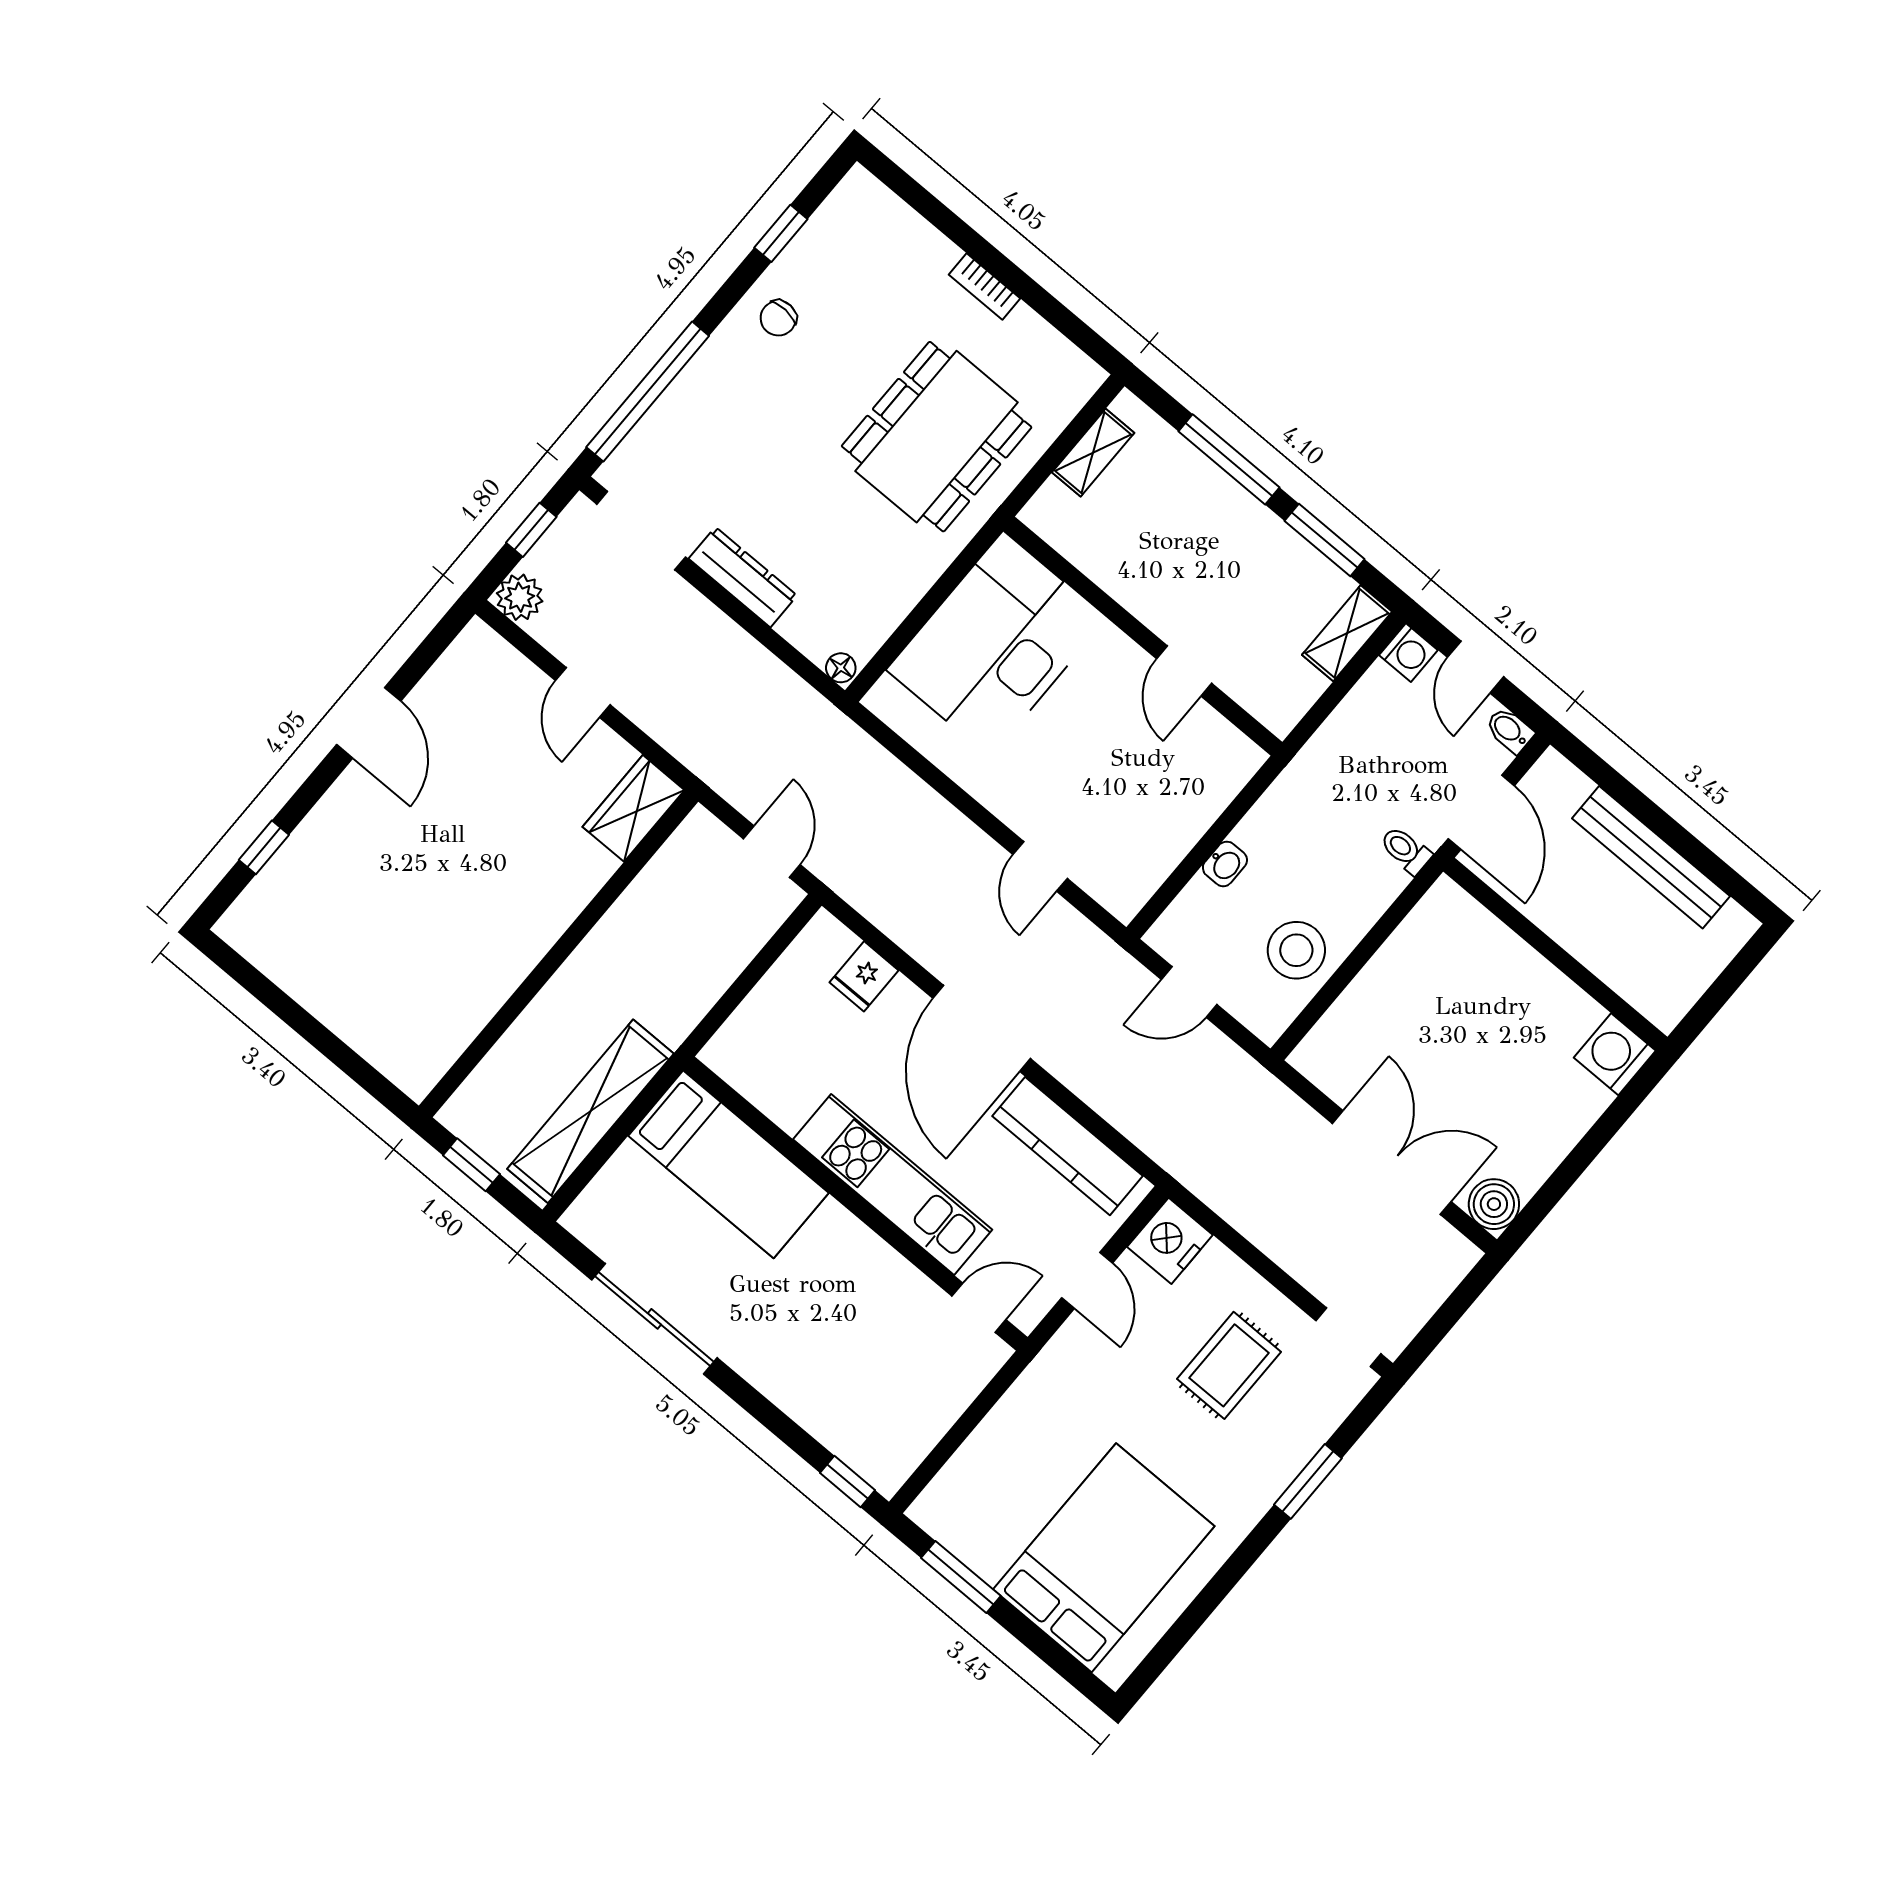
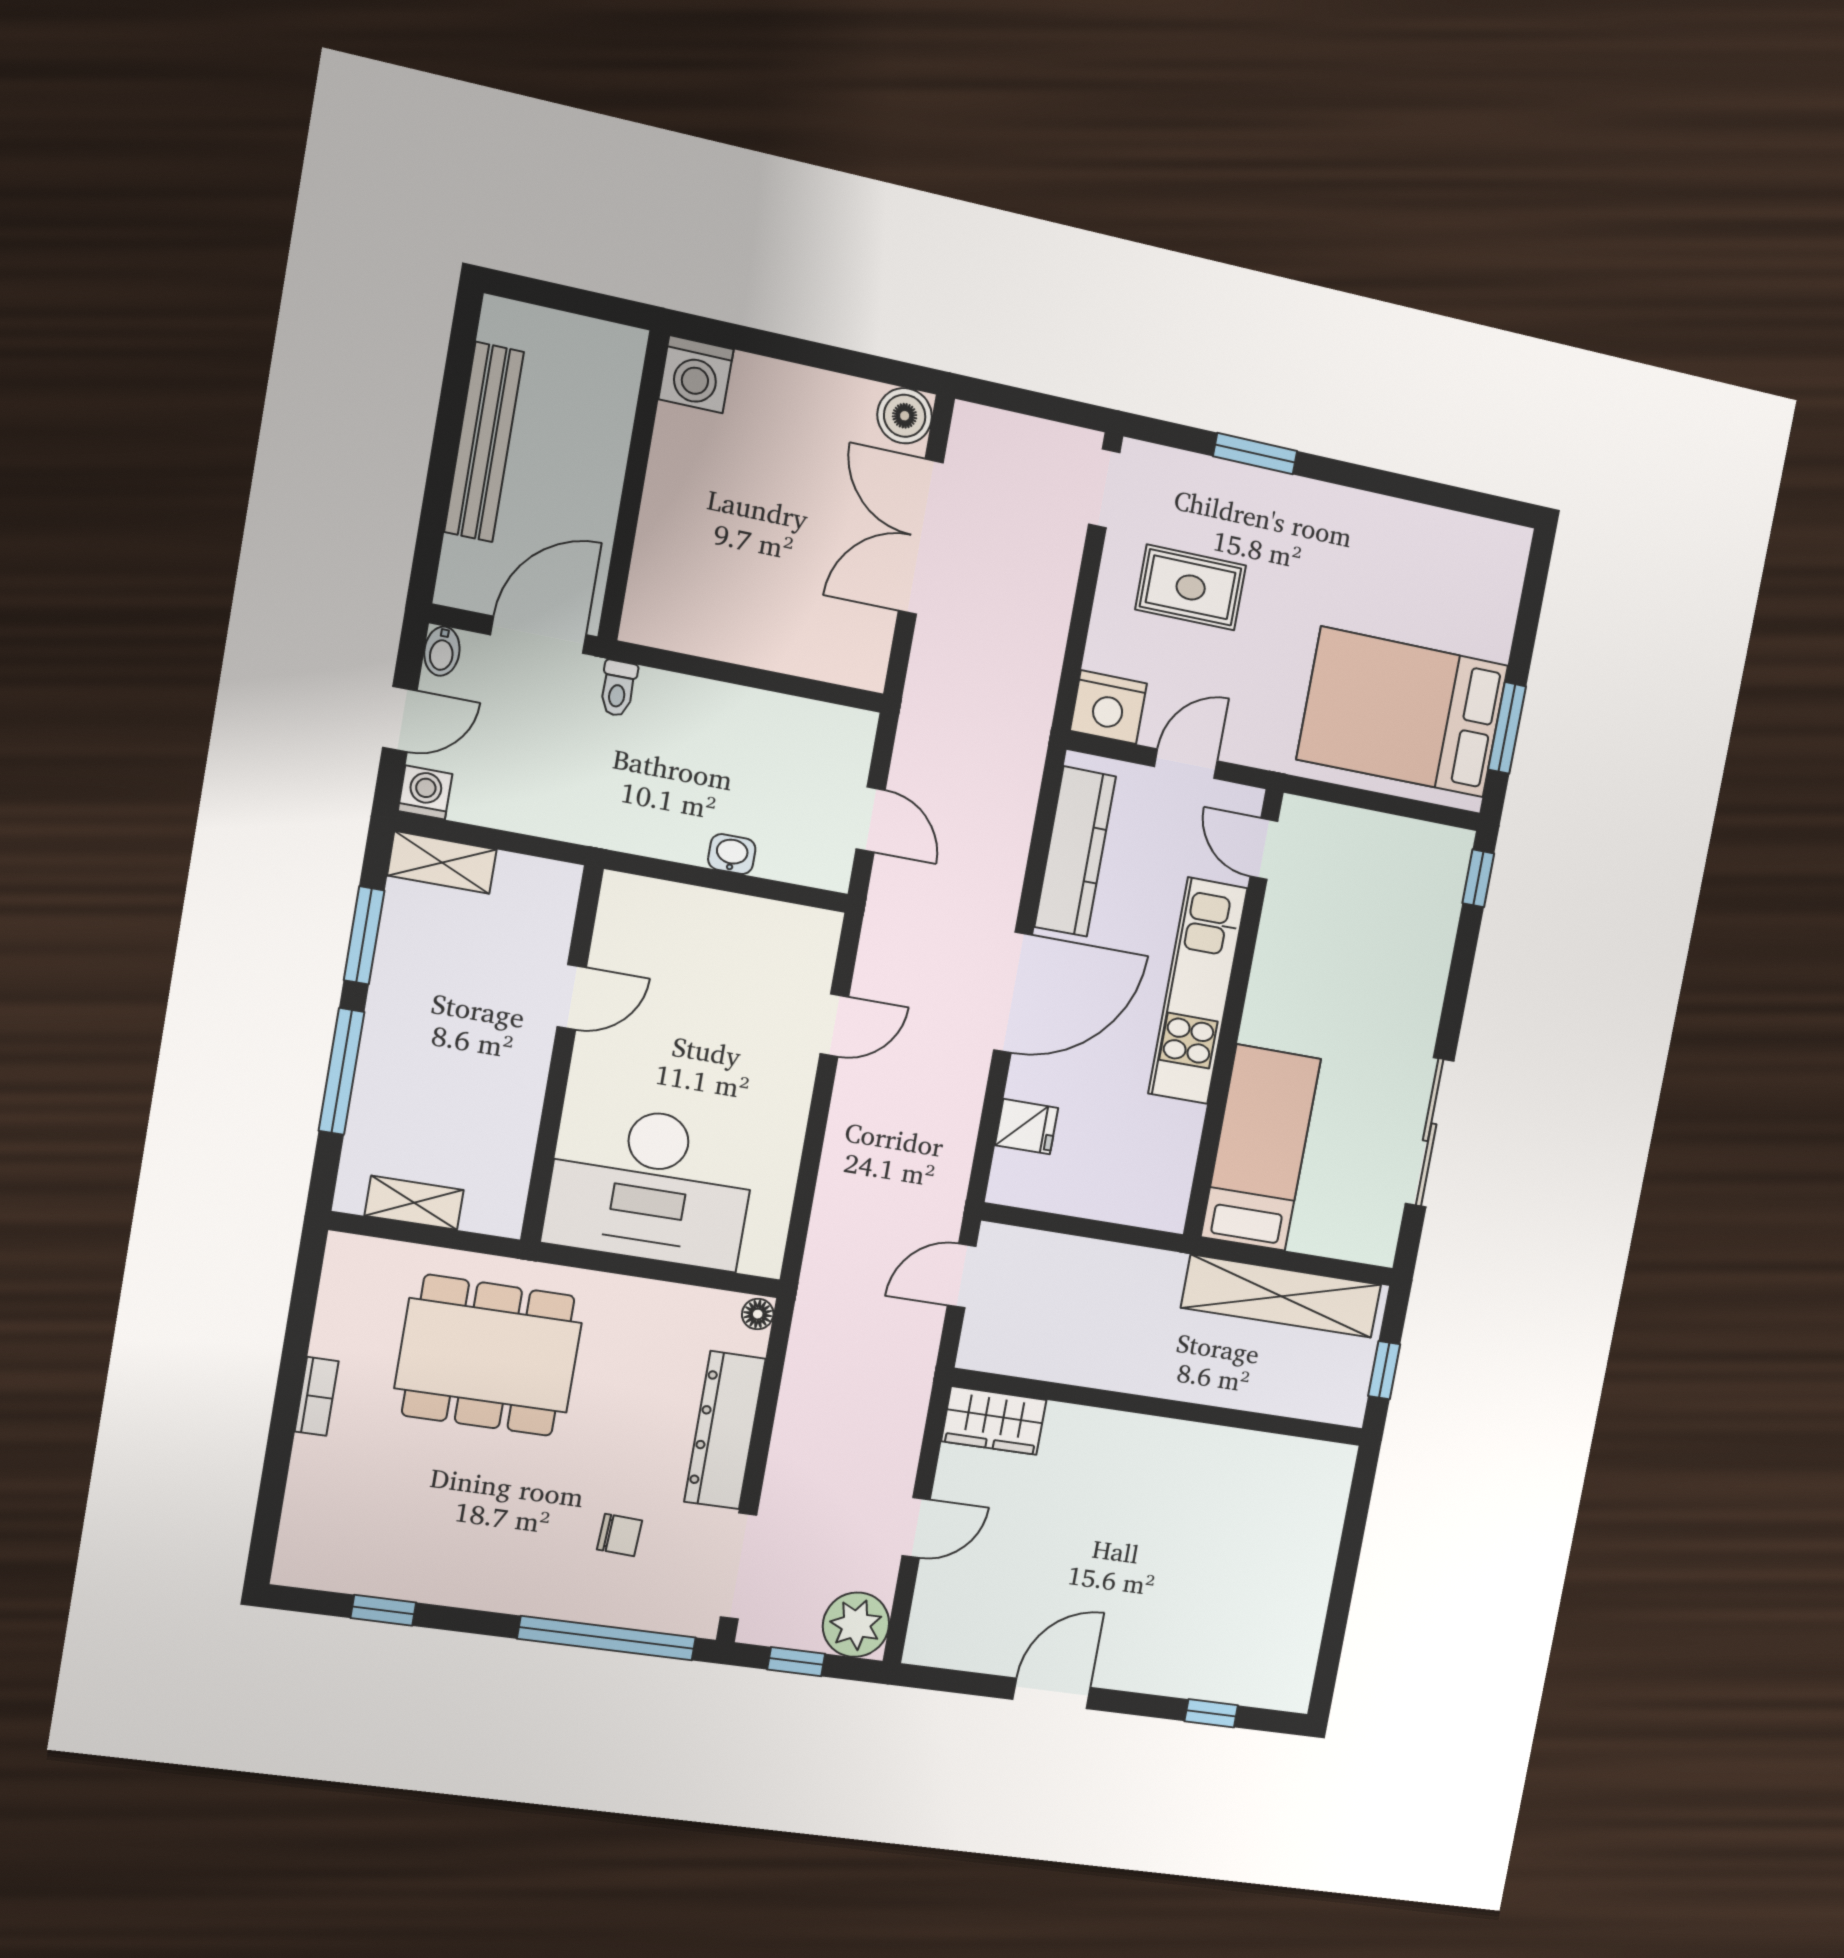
chair: (778, 318) -> (619, 1535), moved
dresser: (743, 577) -> (725, 1430), width x1.37, depth x1.24
plant: (520, 597) -> (856, 1625), width x1.36, depth x1.36
stool: (1296, 950) -> (774, 740), removed
bed: (1104, 1558) -> (1403, 712), moved

